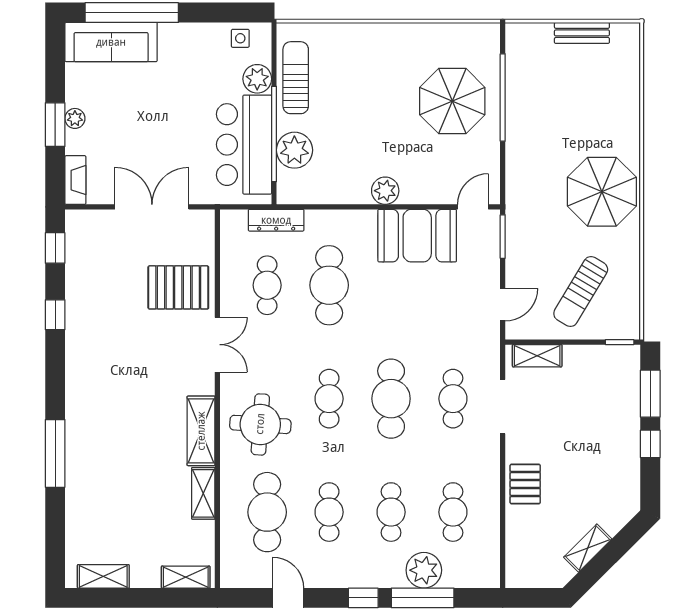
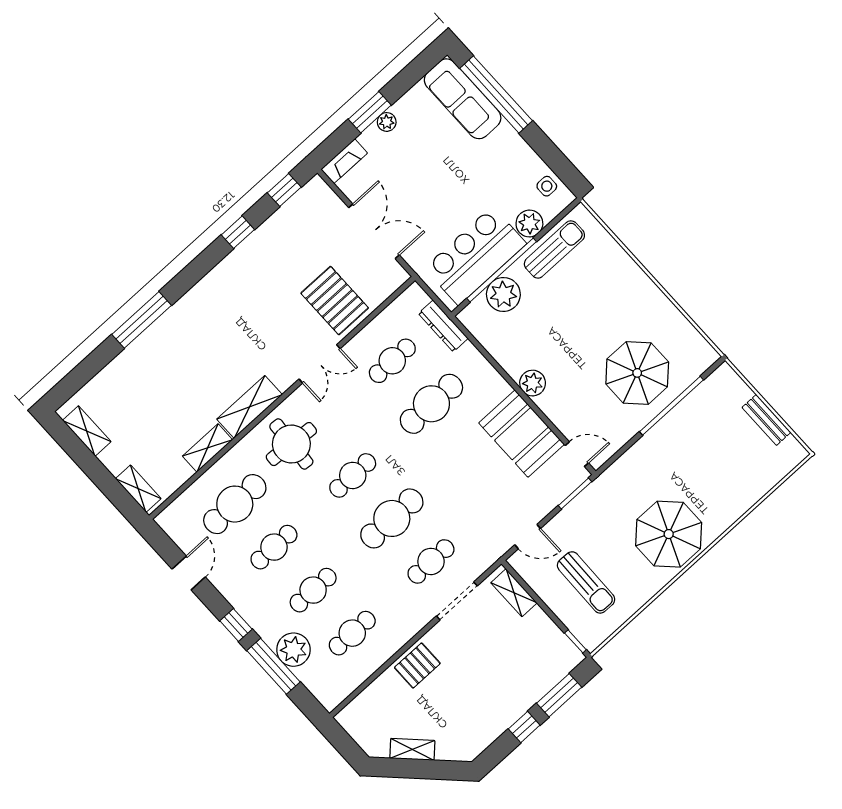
sun lounger: (581, 291) -> (586, 582), turned -120

